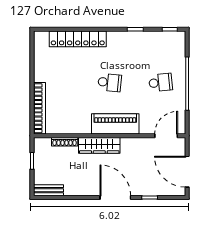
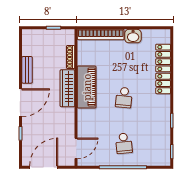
washbasin: (41, 72) -> (133, 36), added
piano: (115, 124) -> (87, 87), moved
door: (166, 136) -> (76, 148), hinge flipped
bench: (49, 190) -> (27, 70), moved

